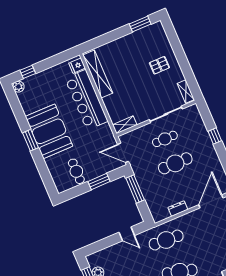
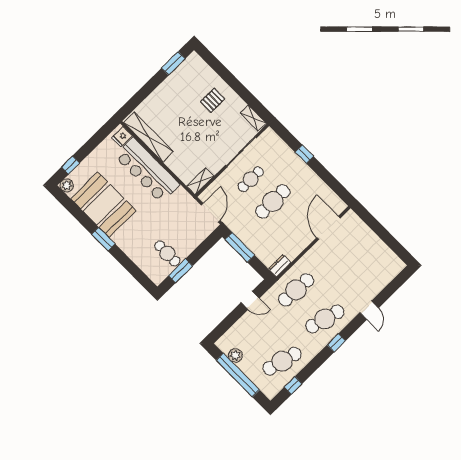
booth: (49, 131) -> (103, 205), moved
door: (123, 153) -> (211, 213), swing flipped
window: (99, 181) -> (181, 271), moved
dresser: (178, 209) -> (280, 266), moved

